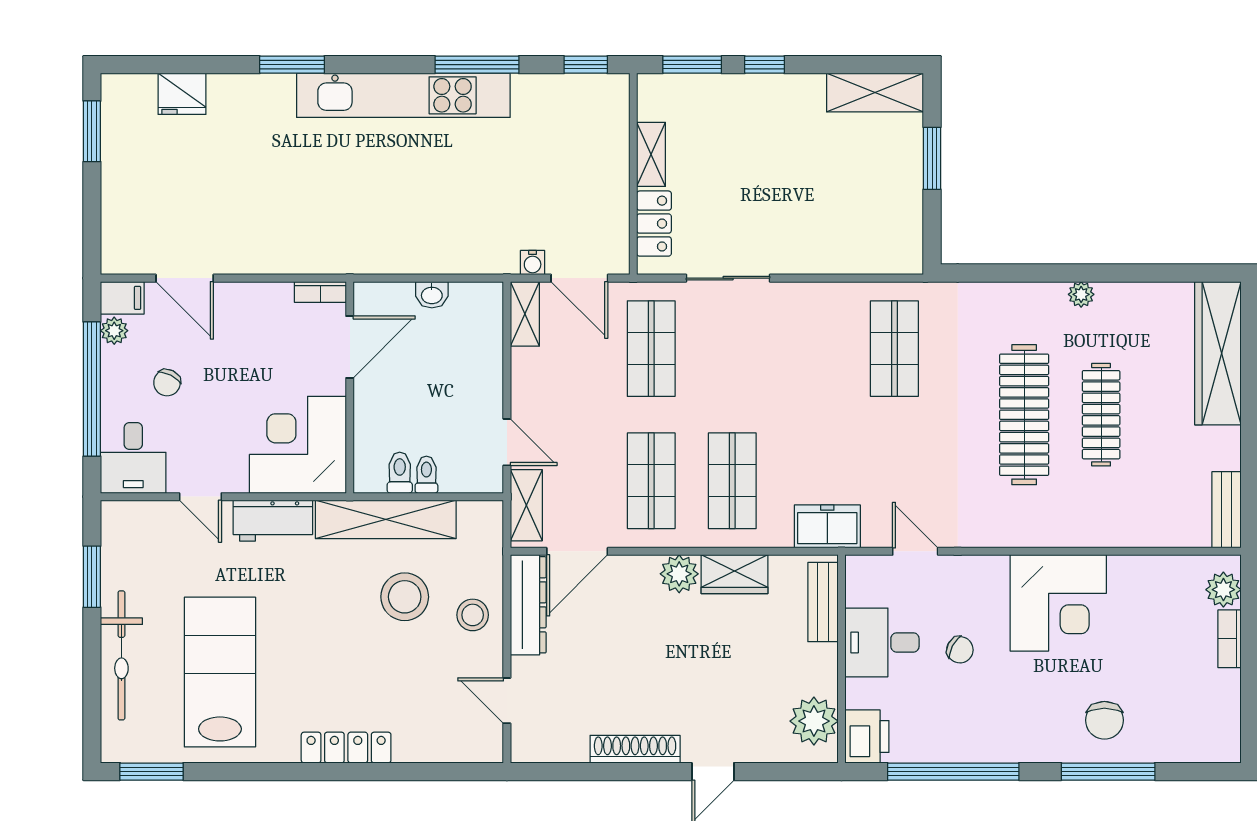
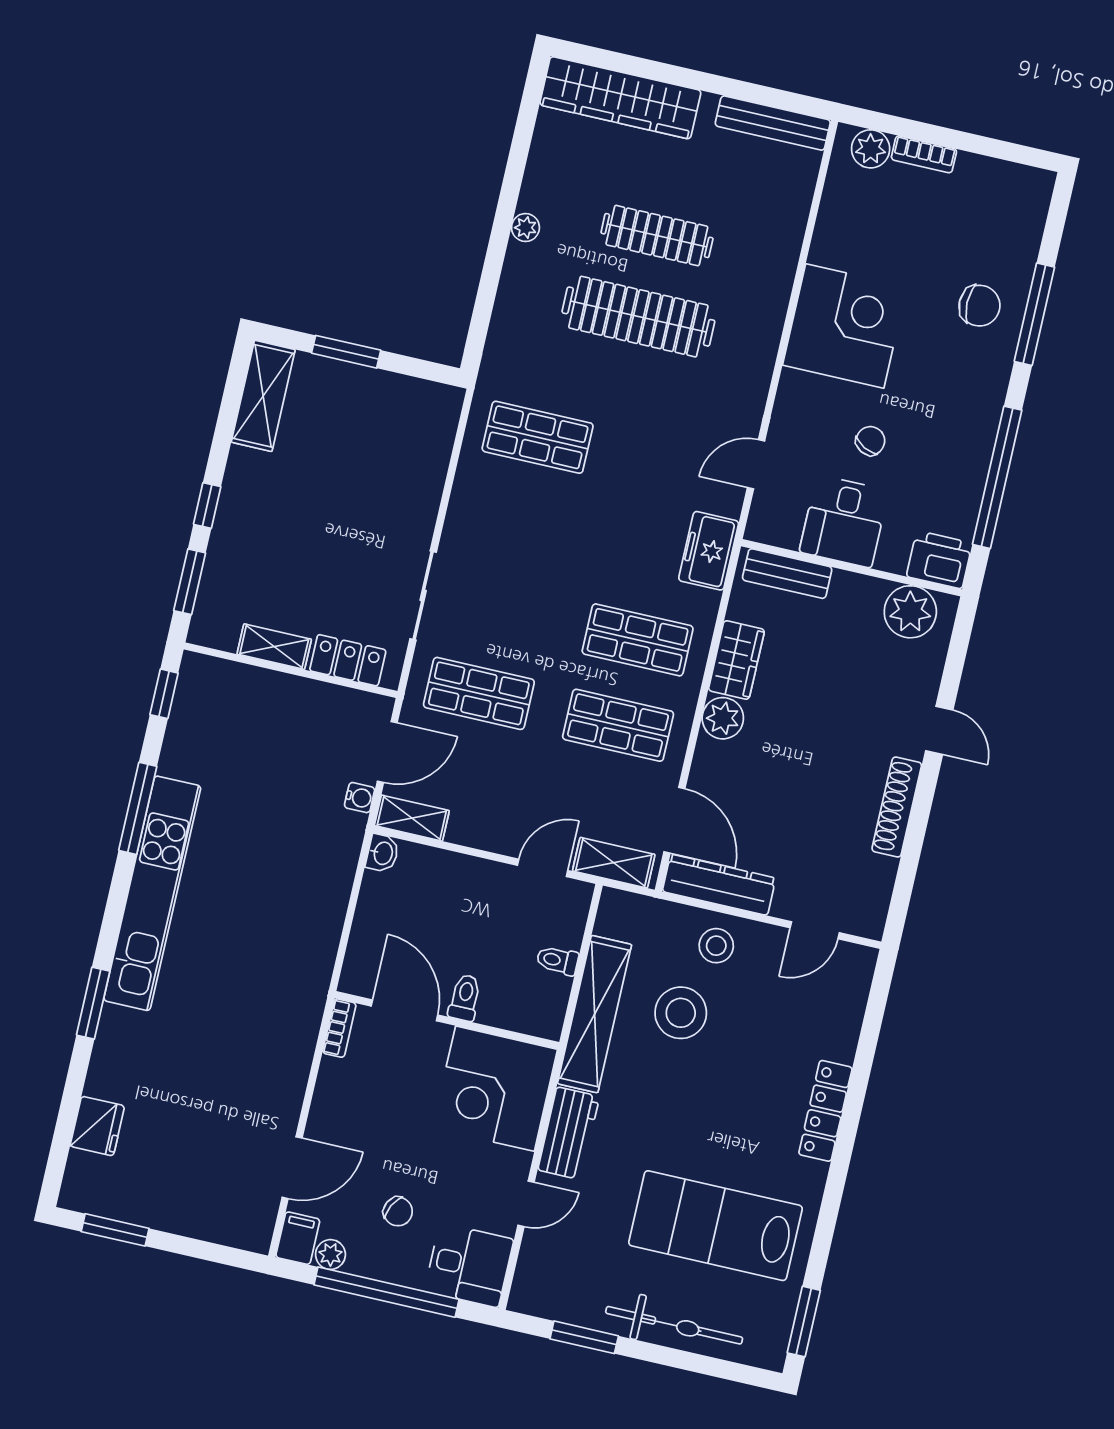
washbasin: (432, 295) -> (382, 853), moved
toilet: (400, 473) -> (465, 998), moved, turned 90
bench: (1227, 510) -> (773, 123), width x1.36

